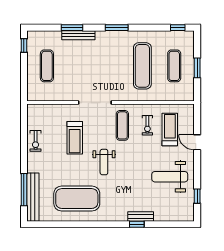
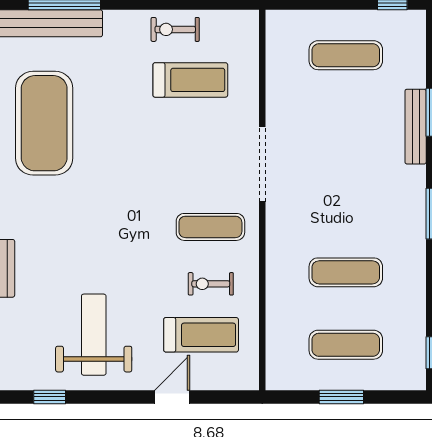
exercise mat: (142, 66) -> (346, 272), width x0.73, depth x0.69
treadmill: (75, 138) -> (190, 80), moved, turned 180
weight bench: (104, 162) -> (127, 185), removed

